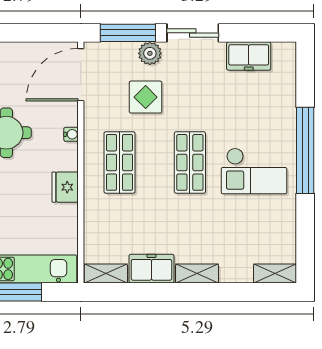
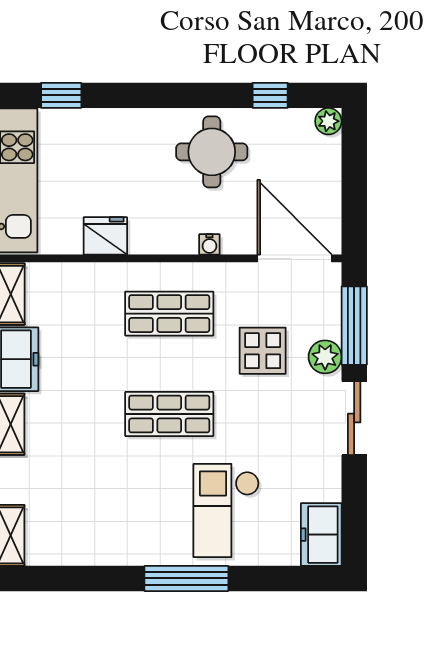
freezer: (249, 56) -> (321, 535), moved
window: (305, 150) -> (186, 578), width x0.68
checkout: (254, 171) -> (226, 510), moved
fridge: (65, 187) -> (105, 236), moved

